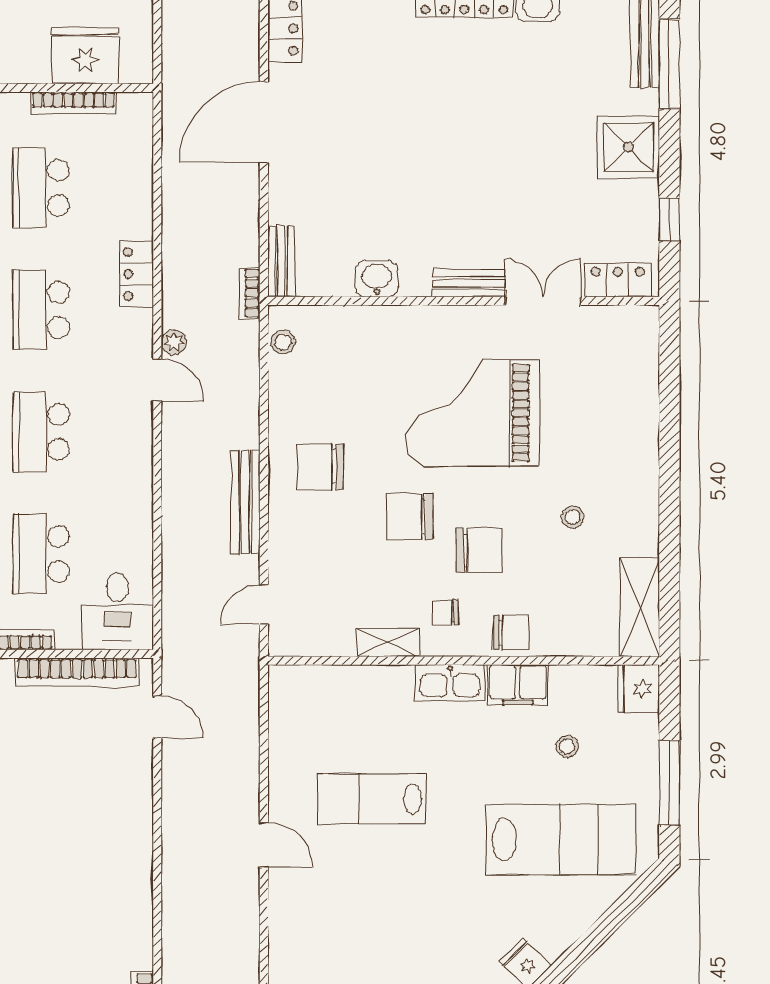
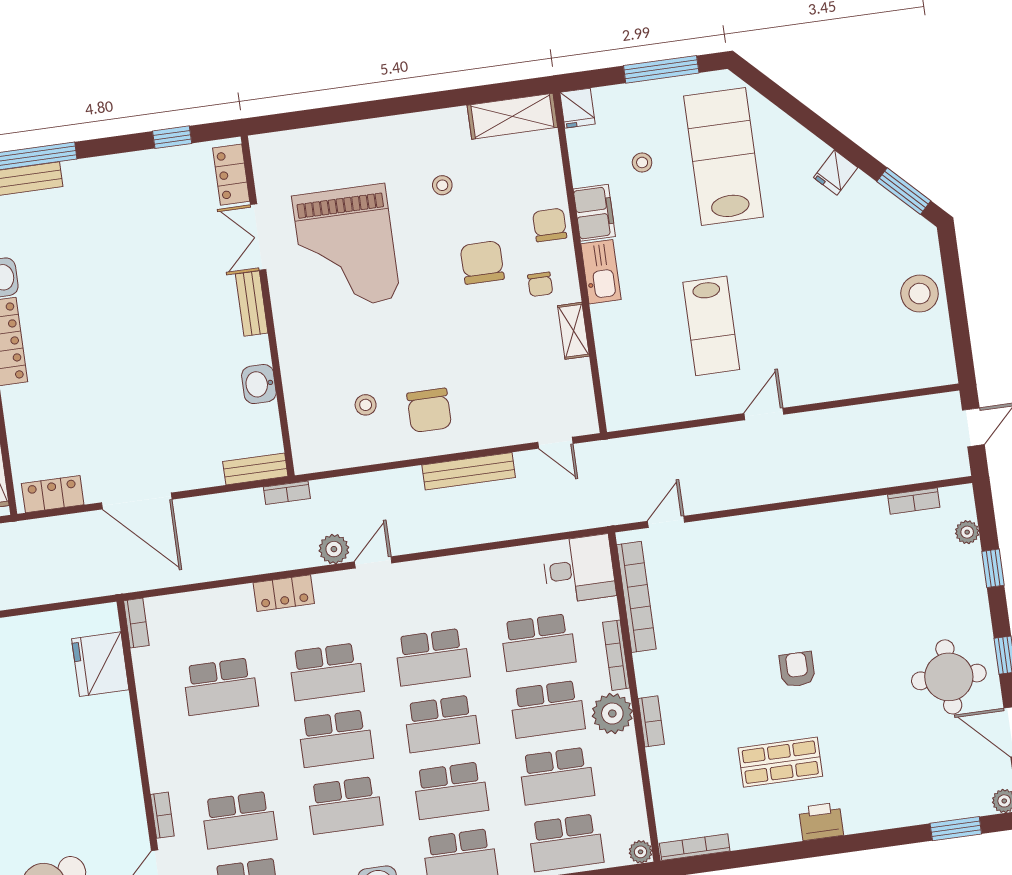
bookcase: (73, 103) -> (136, 623), moved, width x0.64
shower: (628, 147) -> (114, 181), removed
plant: (174, 342) -> (334, 549), width x1.38, depth x1.38
stool: (283, 342) -> (366, 405), moved
grand piano: (472, 413) -> (346, 248), moved
chair: (410, 517) -> (461, 327), removed
fridge: (639, 689) -> (577, 108), width x0.72

